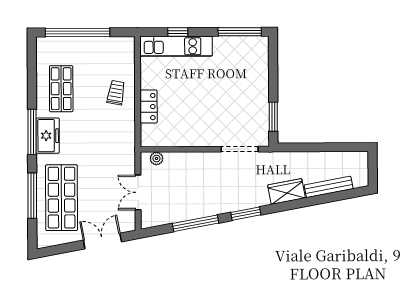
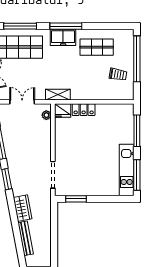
window: (178, 32) -> (137, 131), width x2.17
kitchen unit: (176, 46) -> (127, 170), moved
trolley: (116, 93) -> (118, 74), moved
fridge: (150, 136) -> (63, 111), added
shelving: (128, 142) -> (58, 95), added

